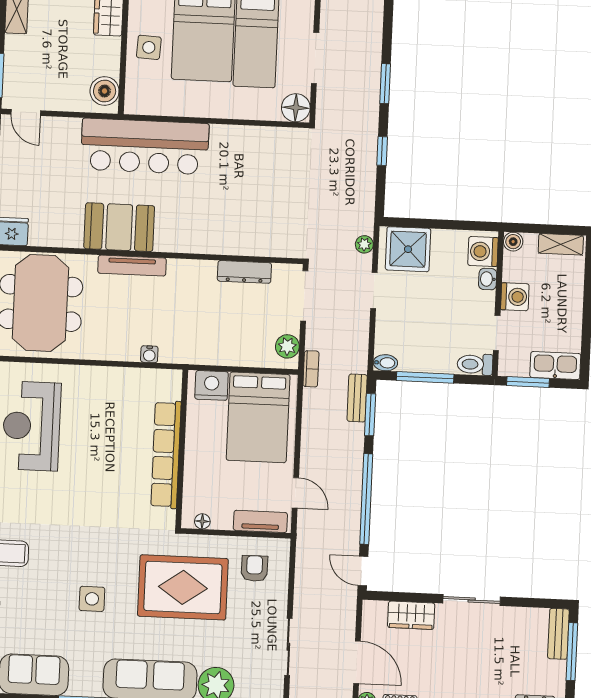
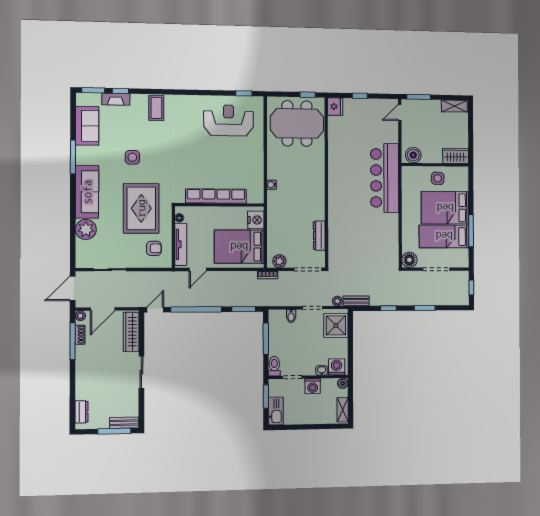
booth: (119, 227) -> (340, 166), removed
tv unit: (132, 266) -> (320, 173), removed
bidet: (385, 363) -> (291, 316), moved
bench: (357, 398) -> (356, 301), moved
tv unit: (260, 521) -> (181, 244), width x1.41
wardrobe: (411, 615) -> (131, 332), width x1.50

